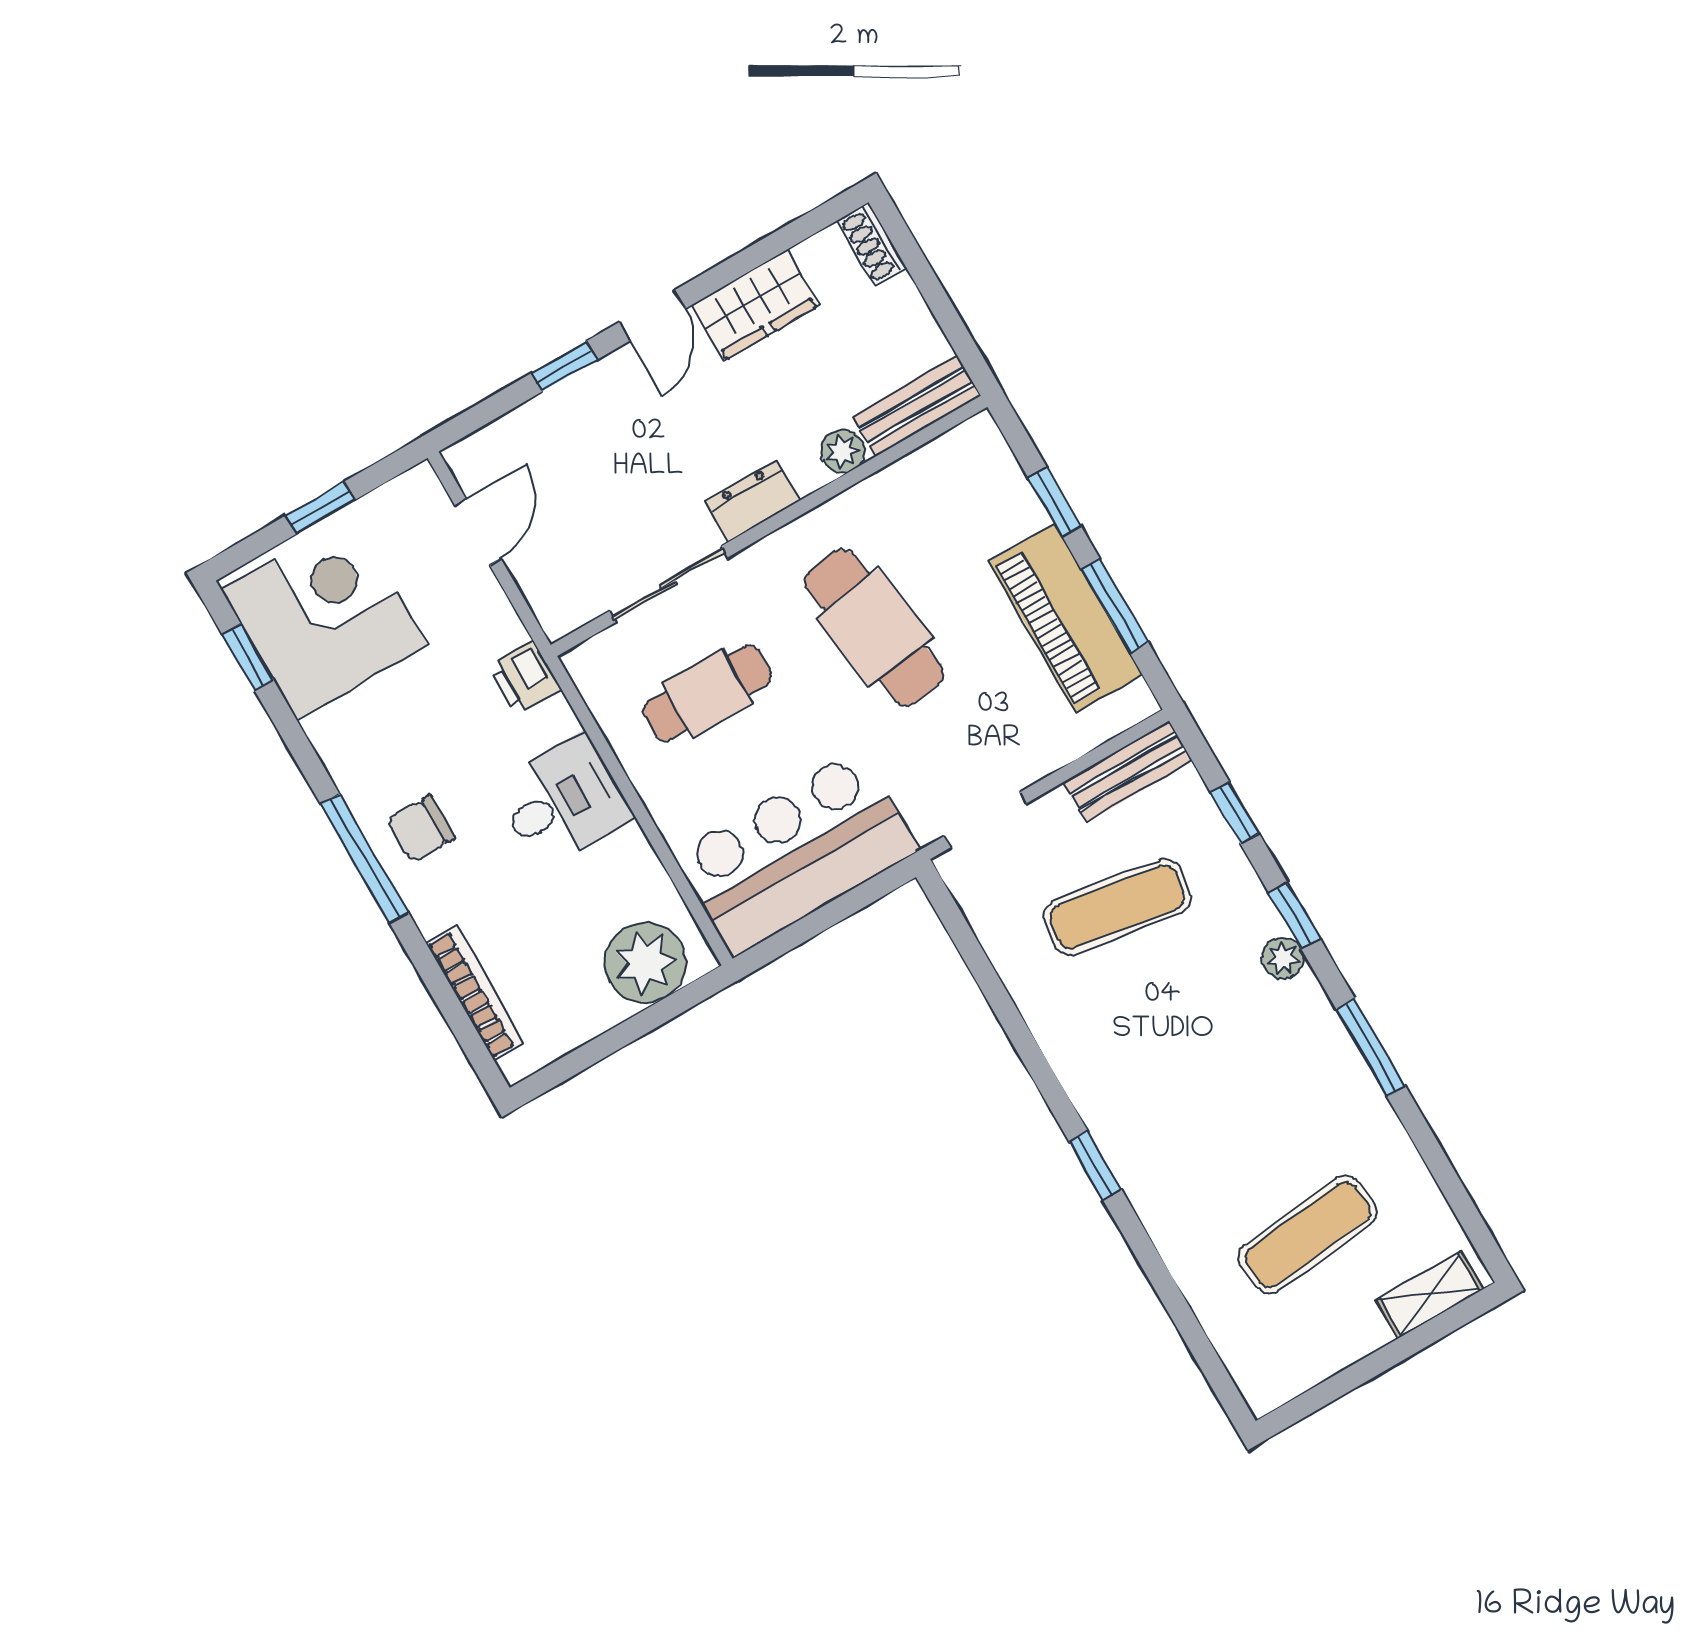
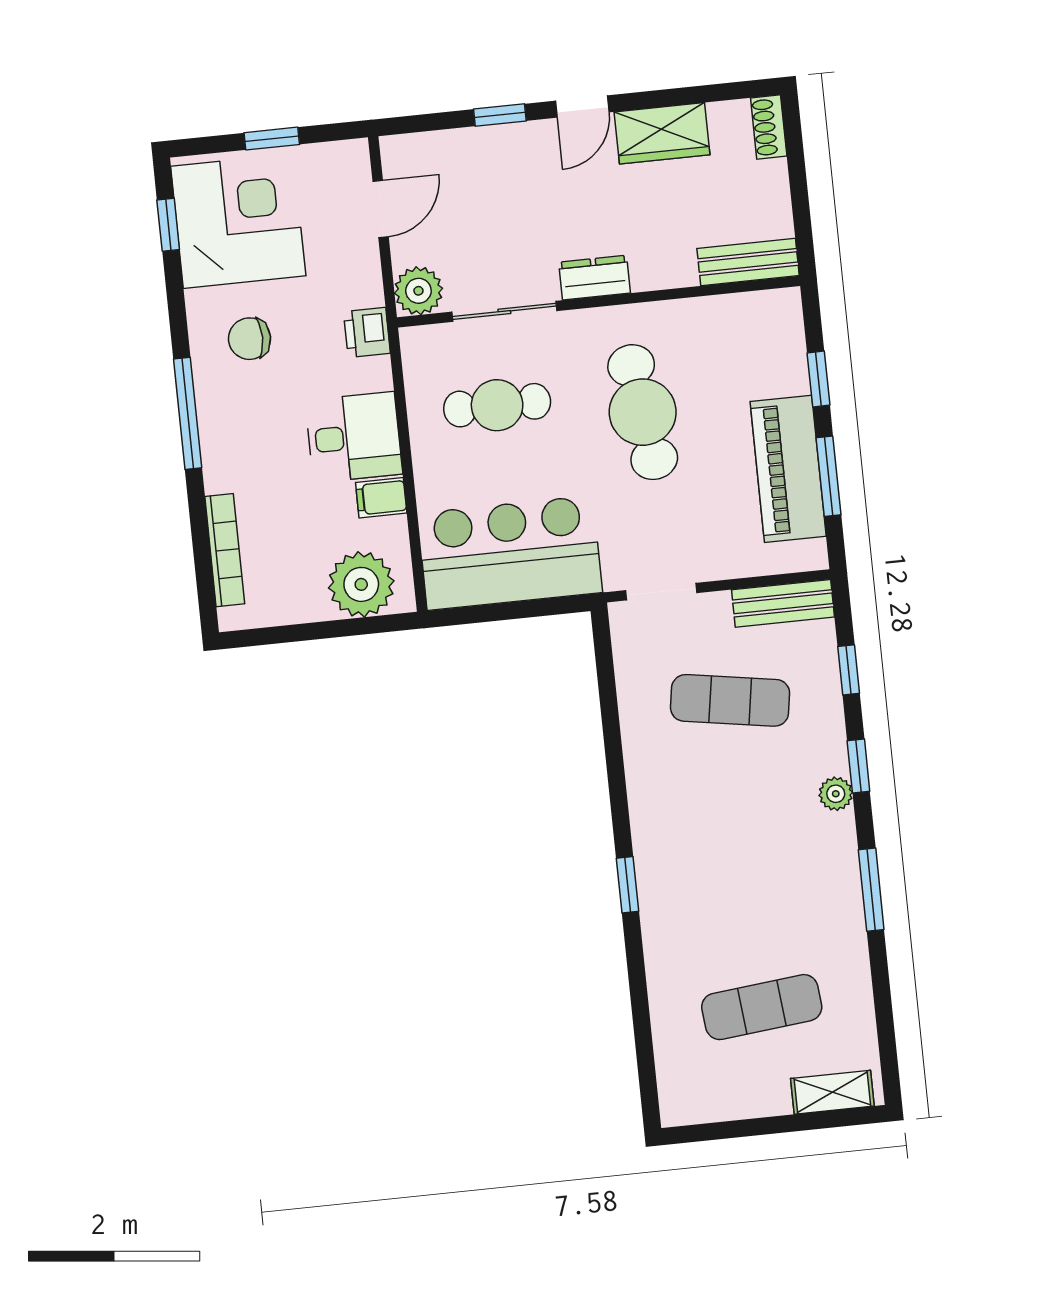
plant: (843, 451) -> (418, 291), moved, width x1.38, depth x1.38
chair: (421, 829) -> (250, 339), moved
filing cabinet: (624, 855) -> (381, 498), added

